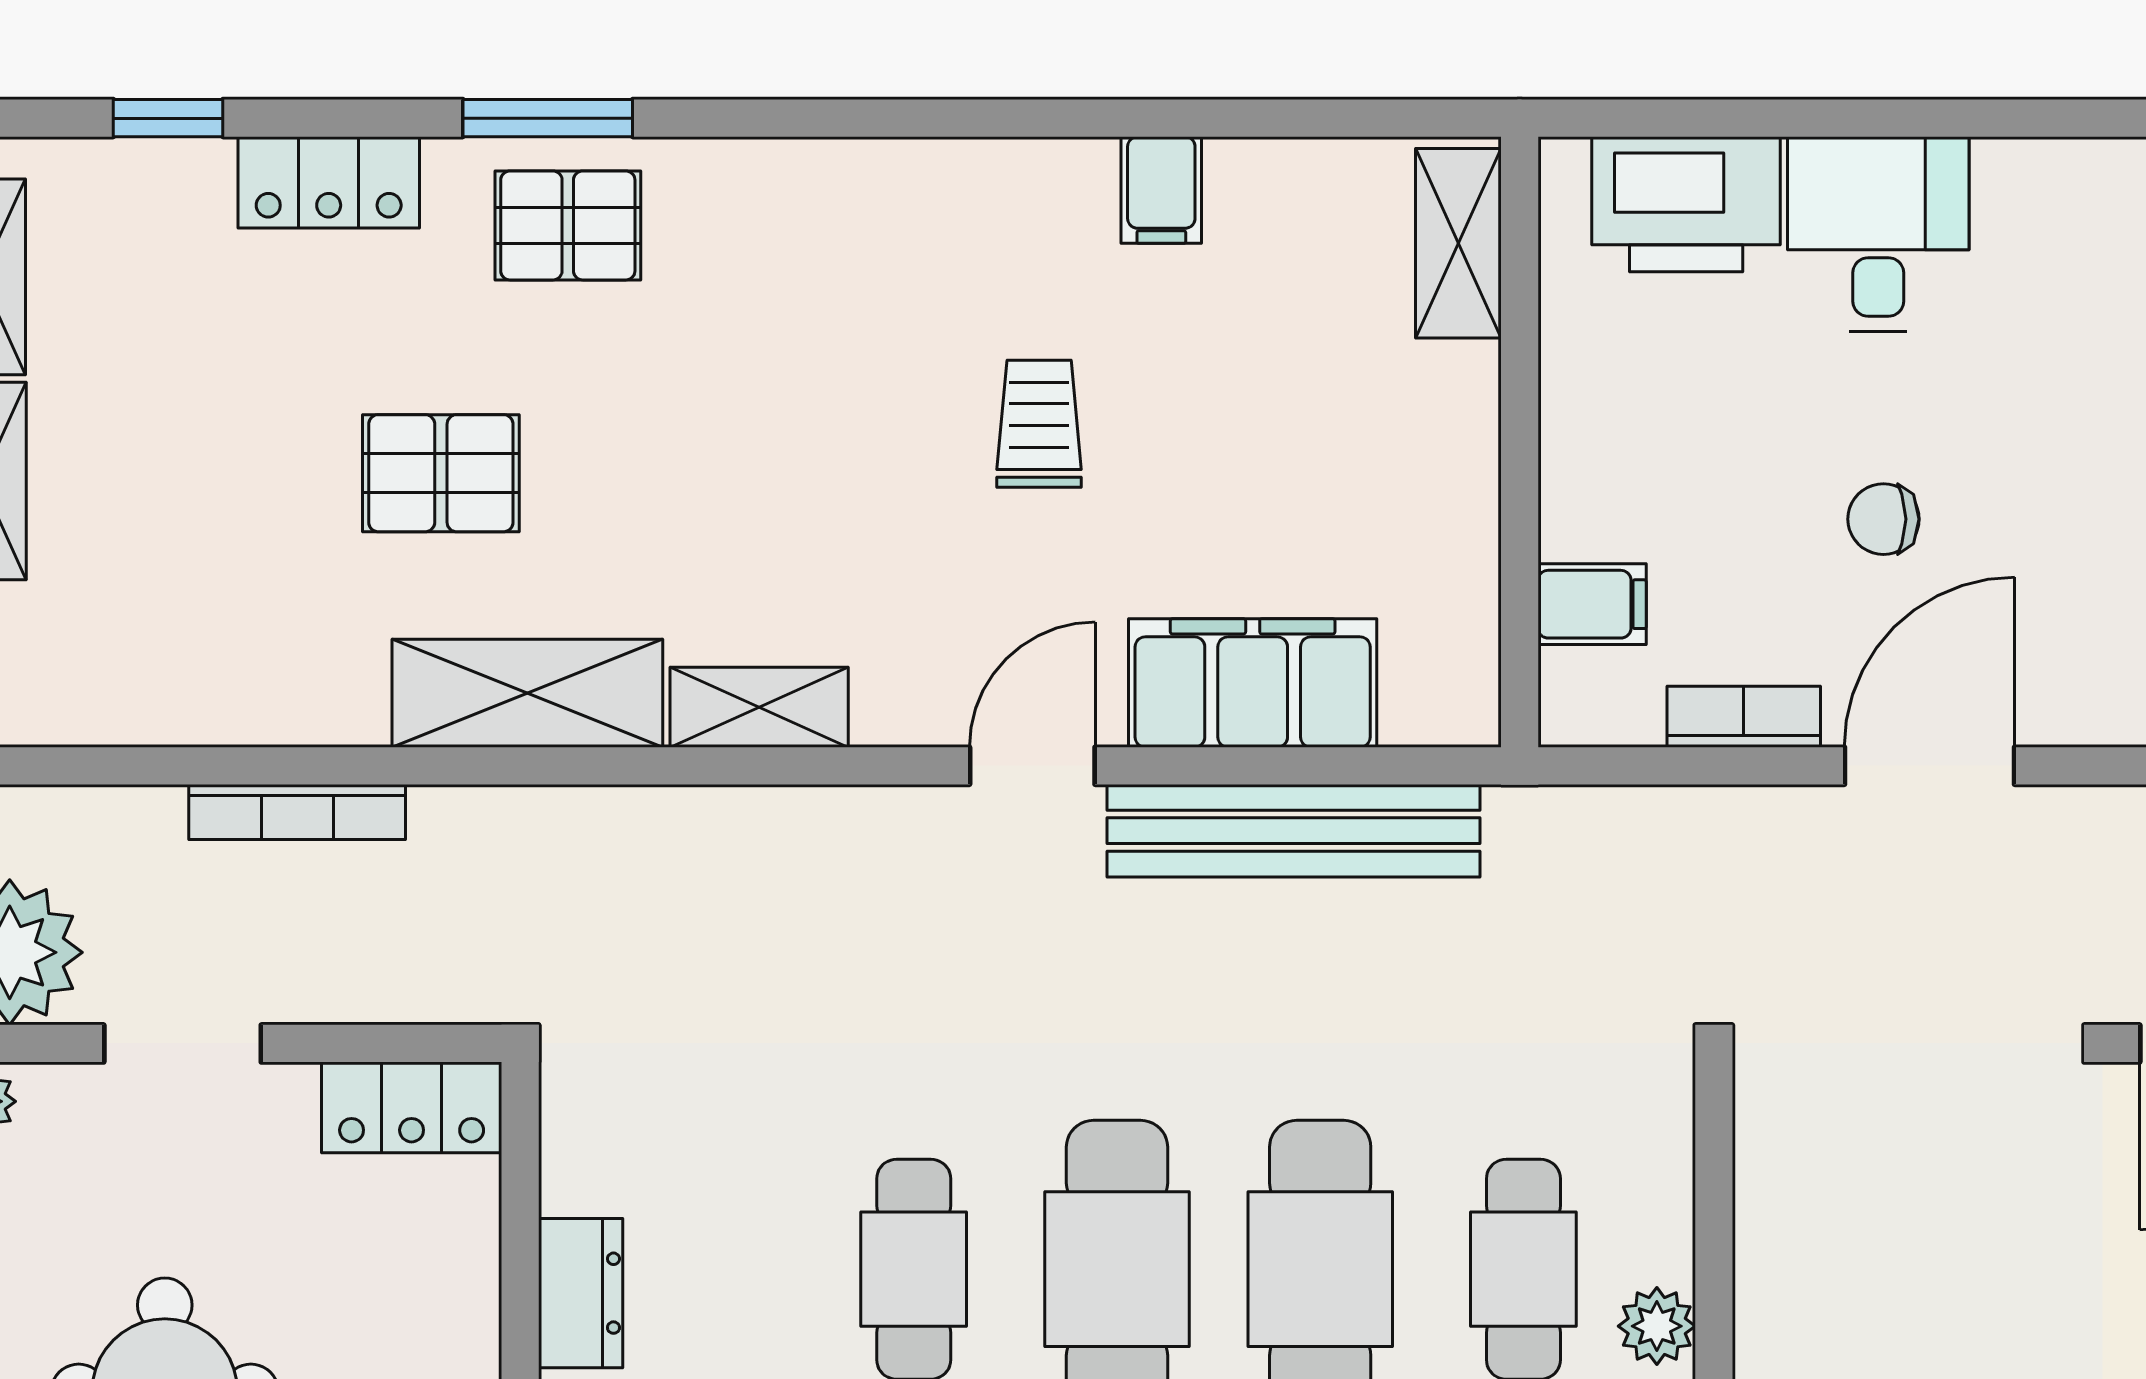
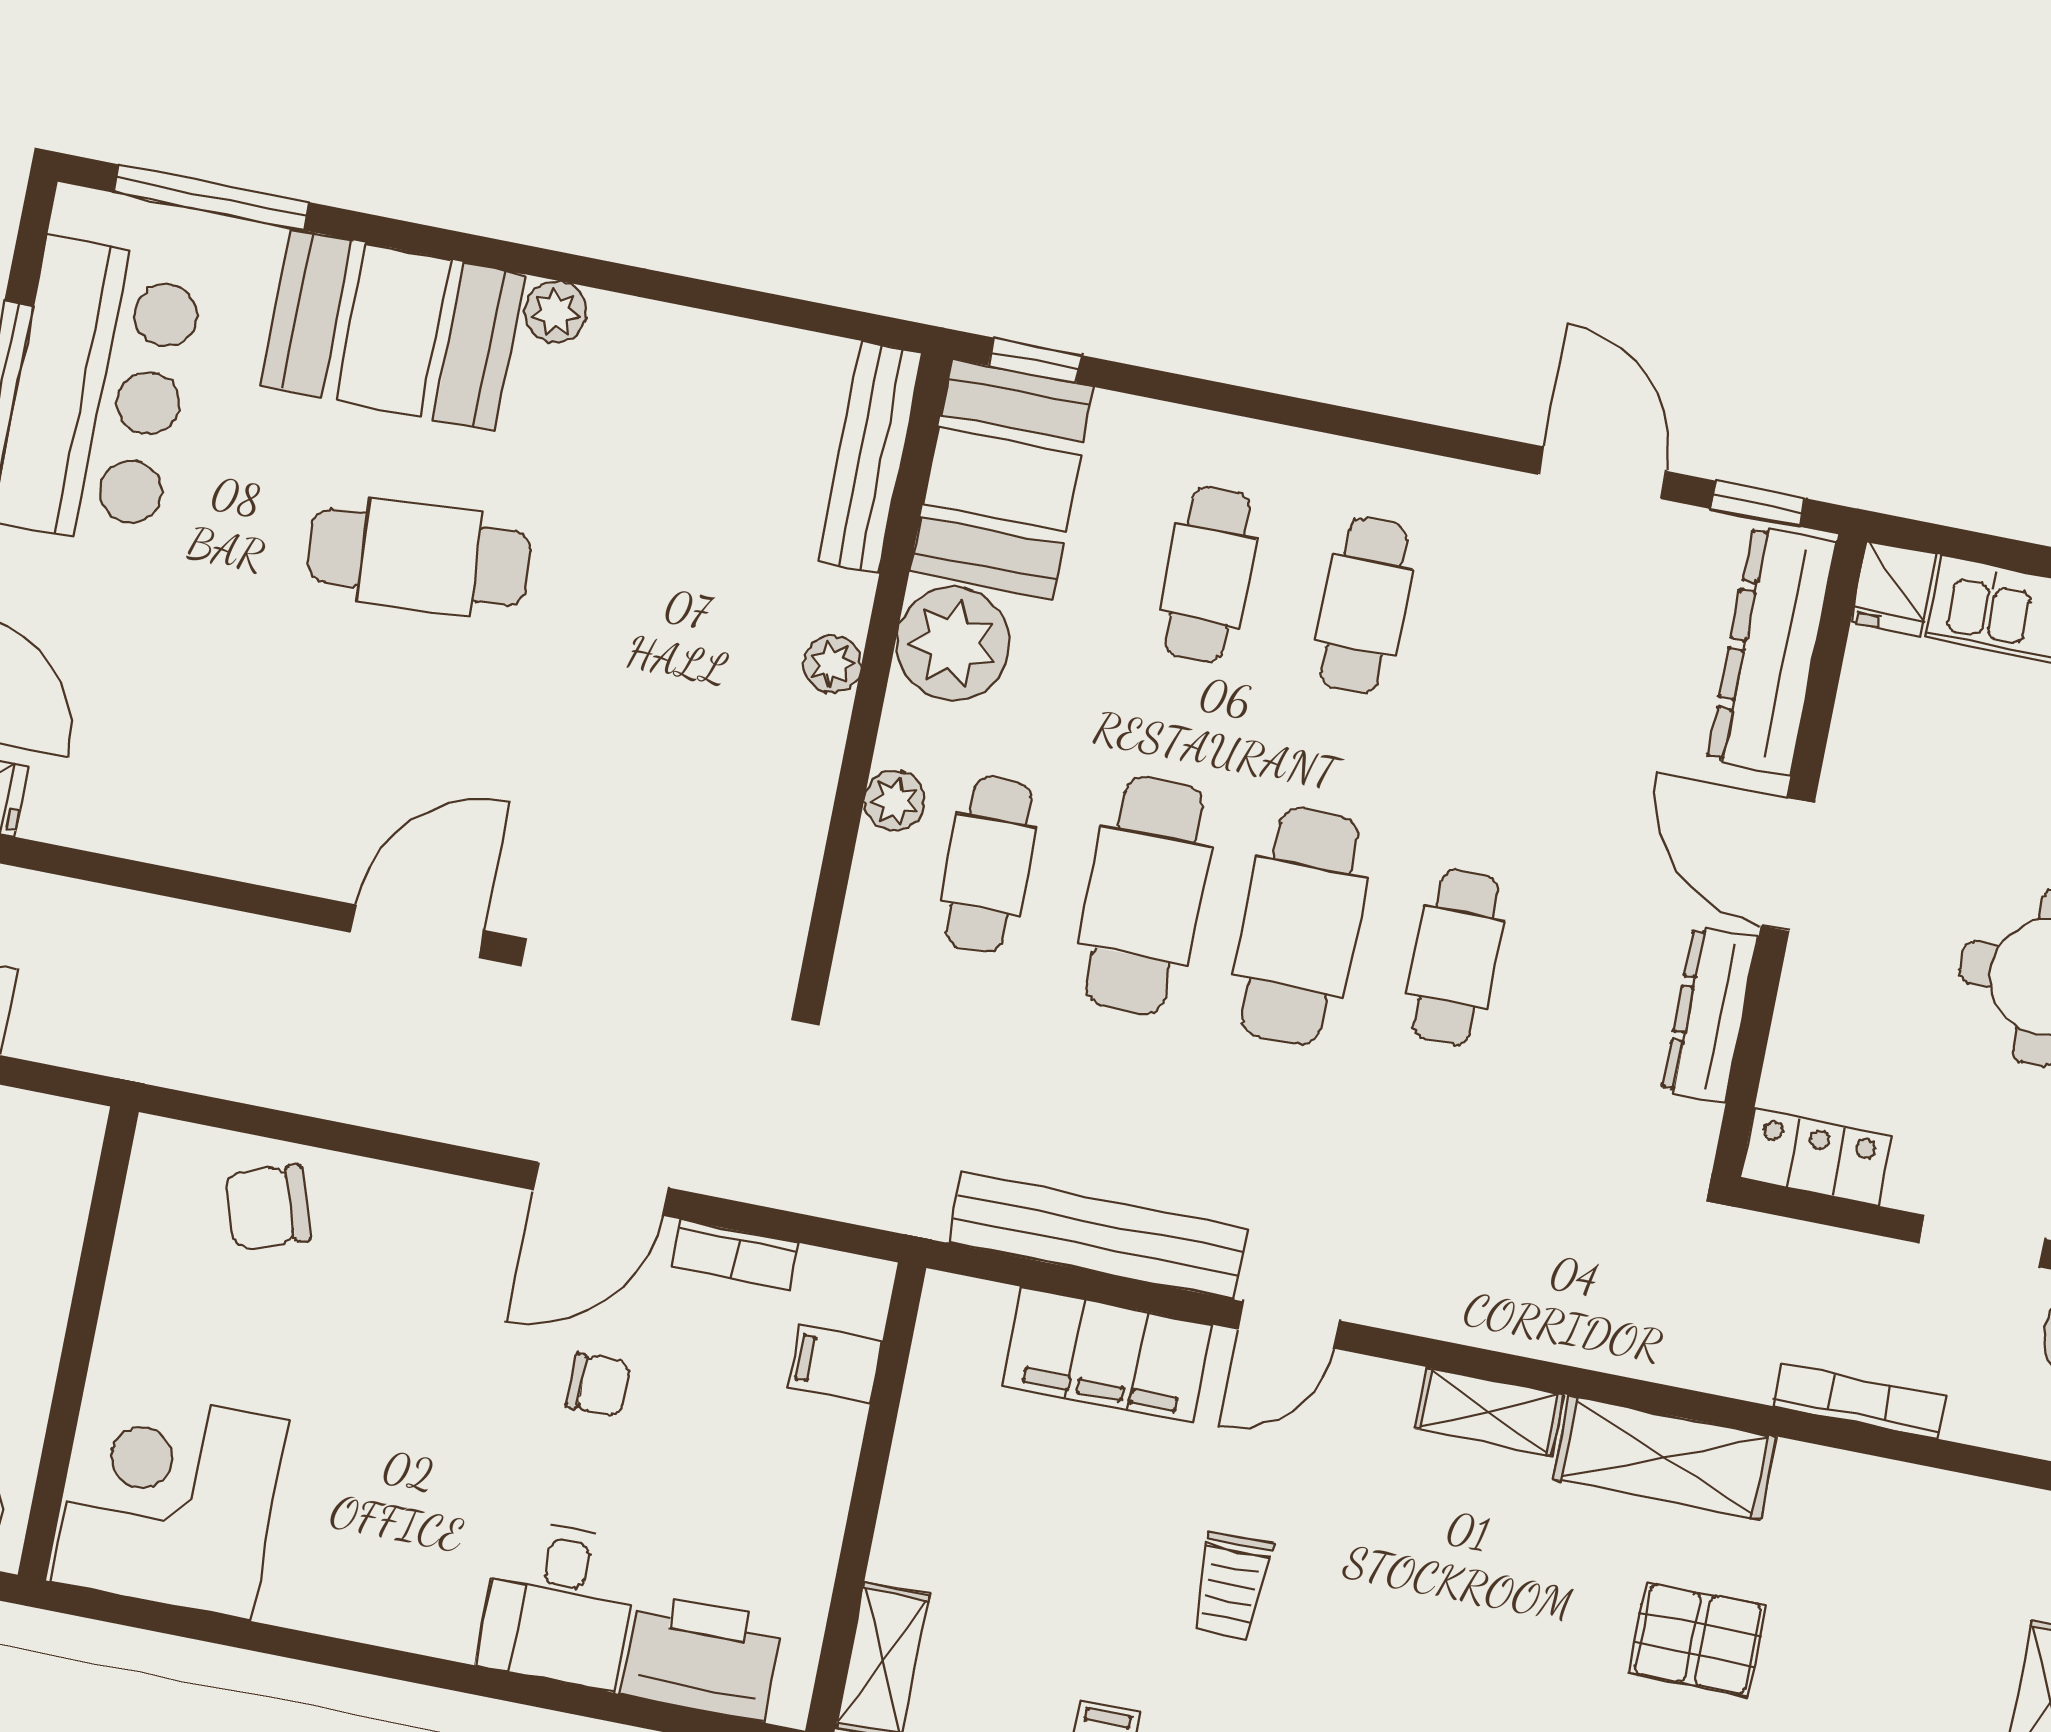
dresser: (581, 1293) -> (1710, 1014), width x1.44

